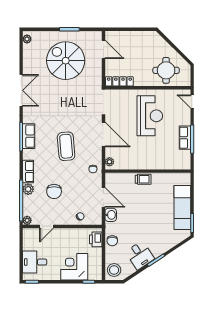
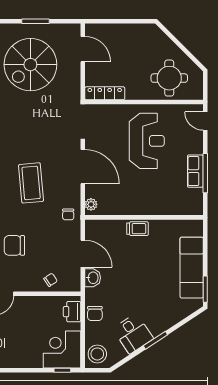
spiral stairs: (66, 61) -> (30, 65), turned -90
chair: (54, 191) -> (14, 245), turned 90
corner desk: (74, 267) -> (62, 349), moved

